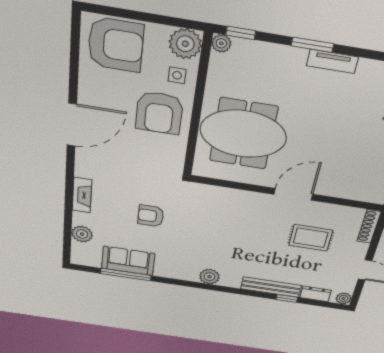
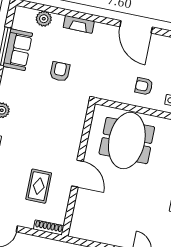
armchair: (159, 113) -> (144, 86), width x0.53, depth x0.53

